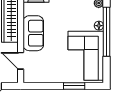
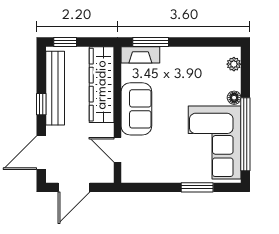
window: (106, 32) -> (245, 134), moved

